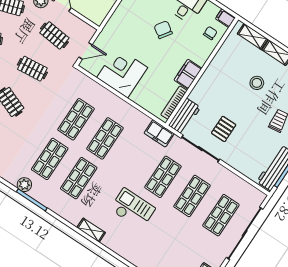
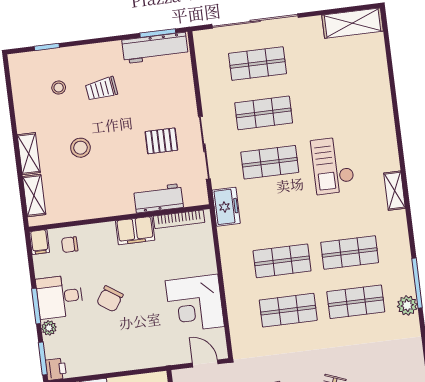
workbench: (184, 116) -> (158, 198), moved

